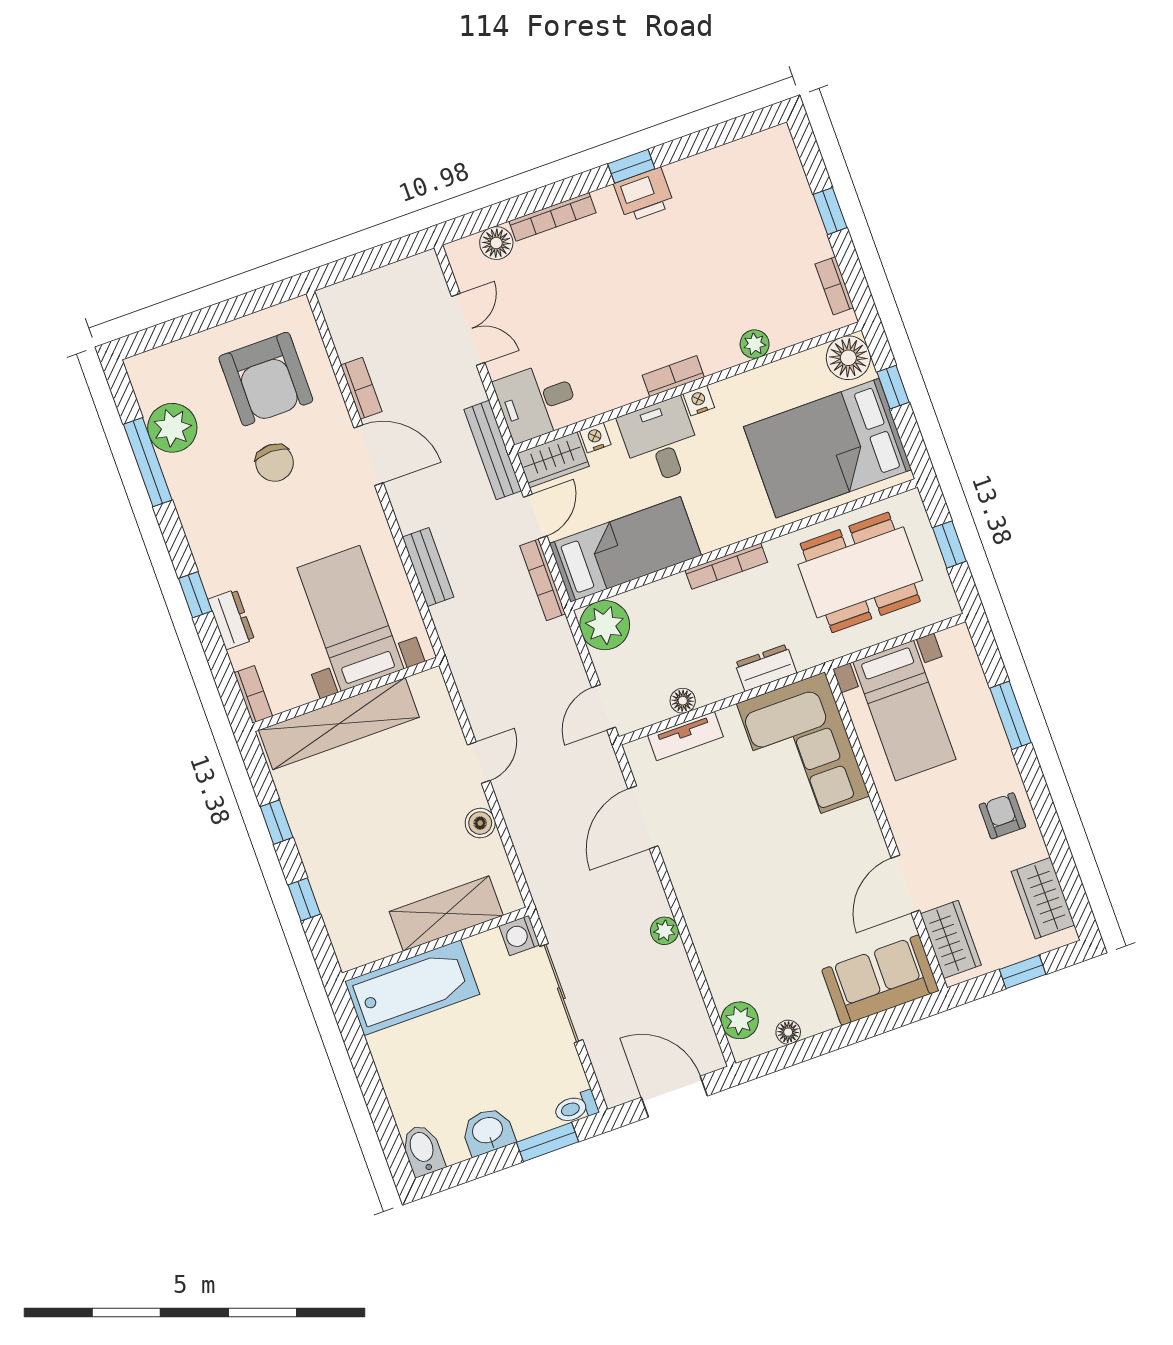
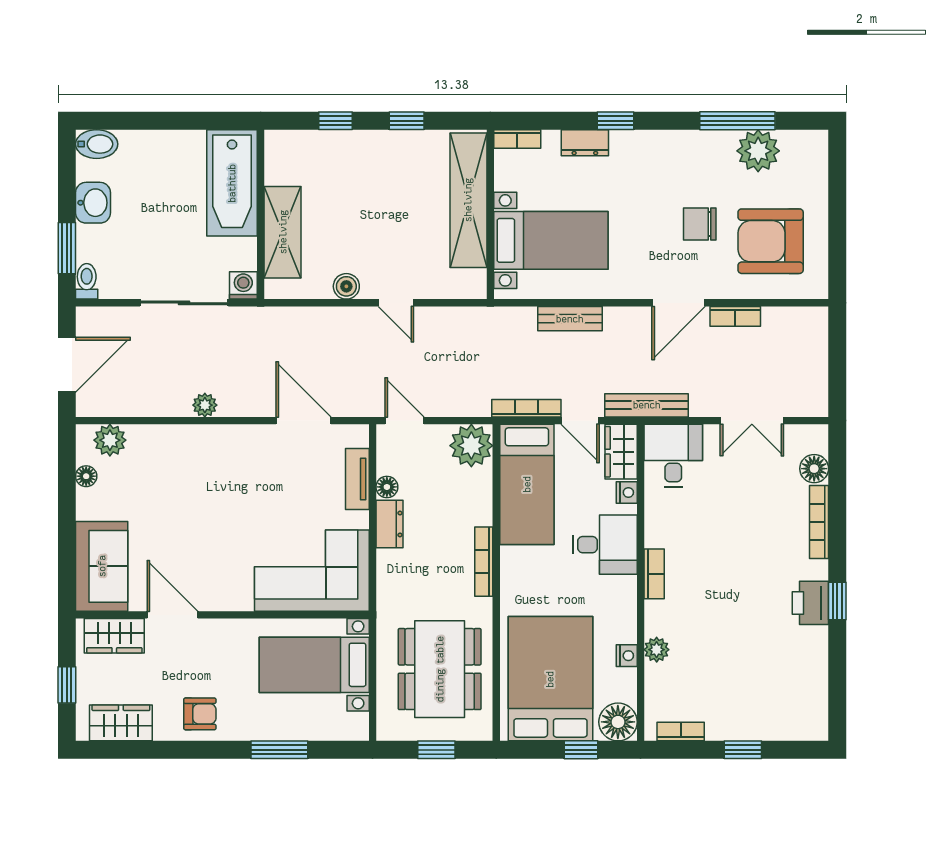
nightstand: (699, 401) -> (627, 656), moved
dresser: (766, 668) -> (389, 524), moved

